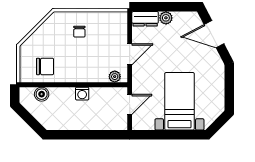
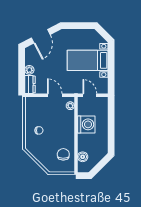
washing machine: (82, 94) -> (86, 124), width x1.89, depth x1.89

